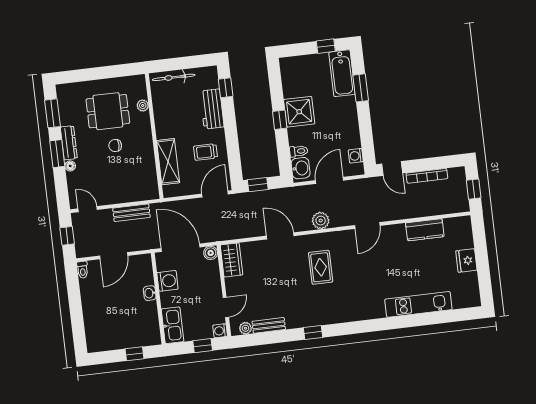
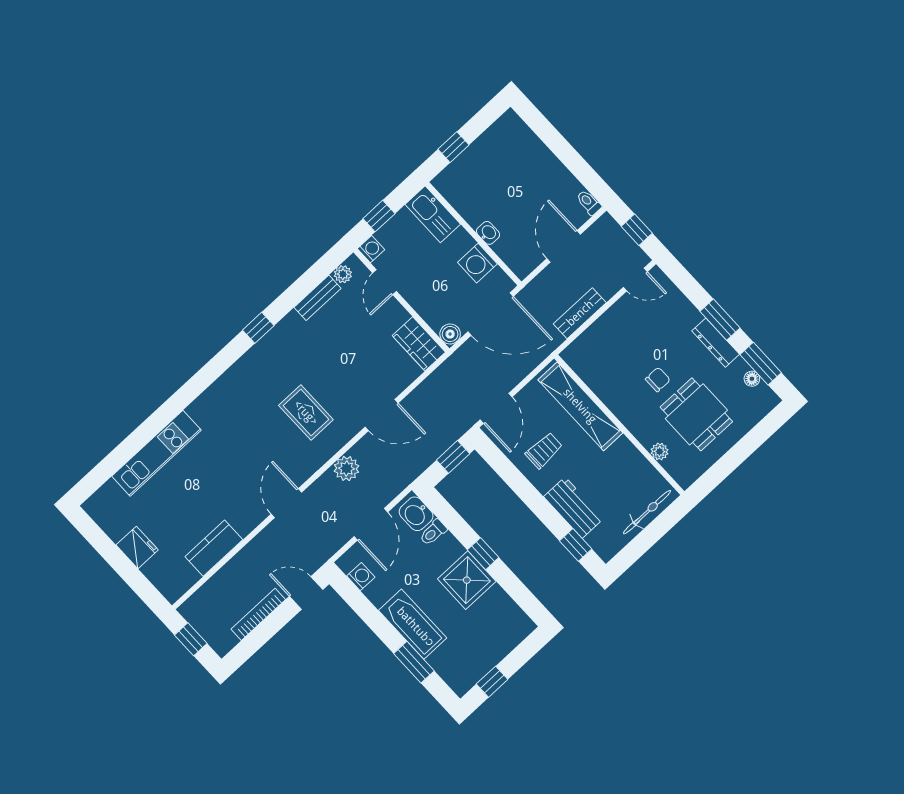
bathtub: (342, 73) -> (413, 624), moved
dining table: (108, 111) -> (696, 414), turned 90
shelving: (168, 162) -> (580, 406), width x1.47
floor lamp: (70, 166) -> (752, 379), moved

